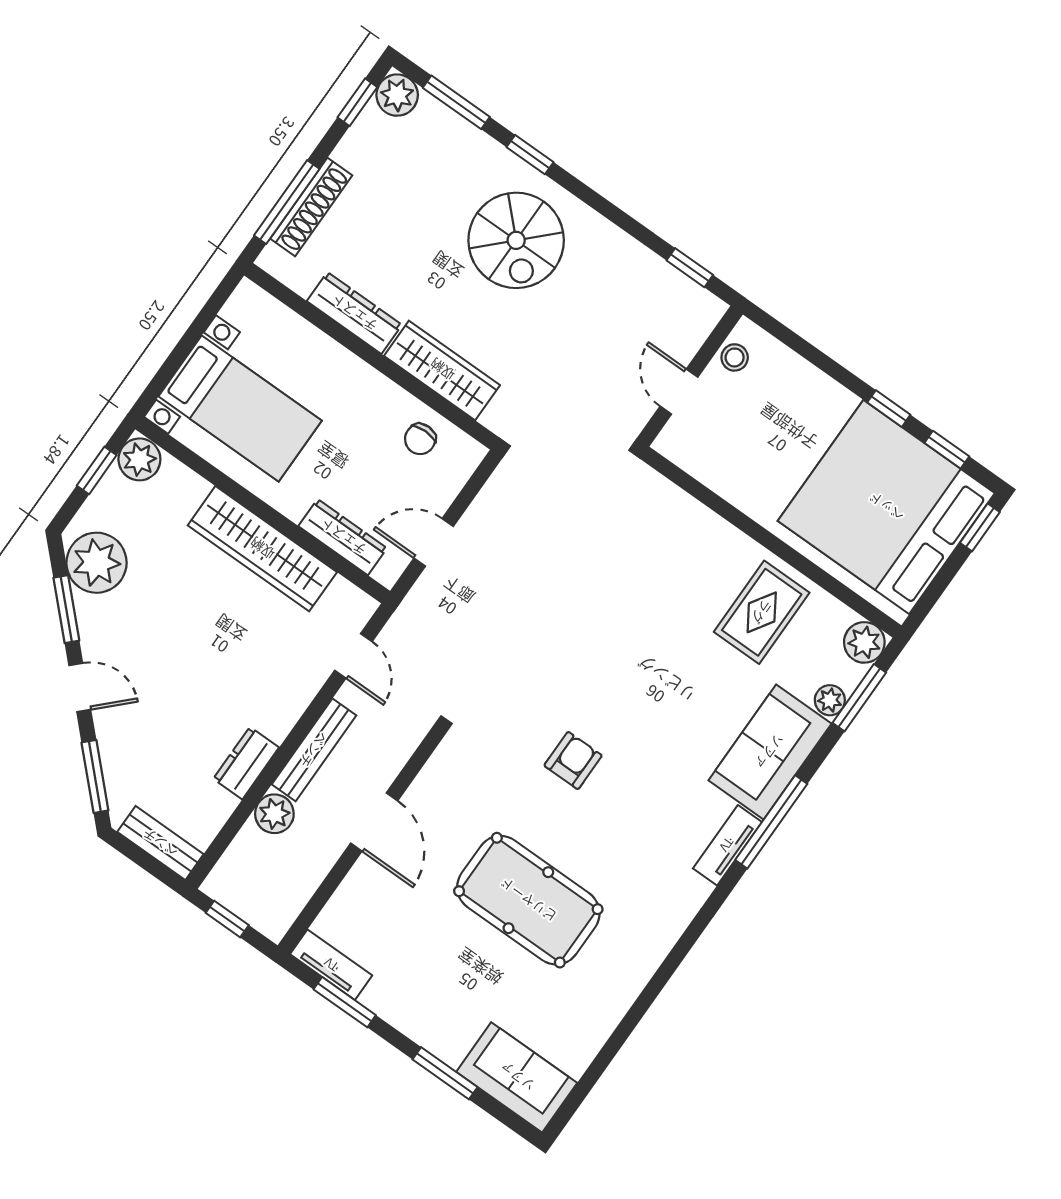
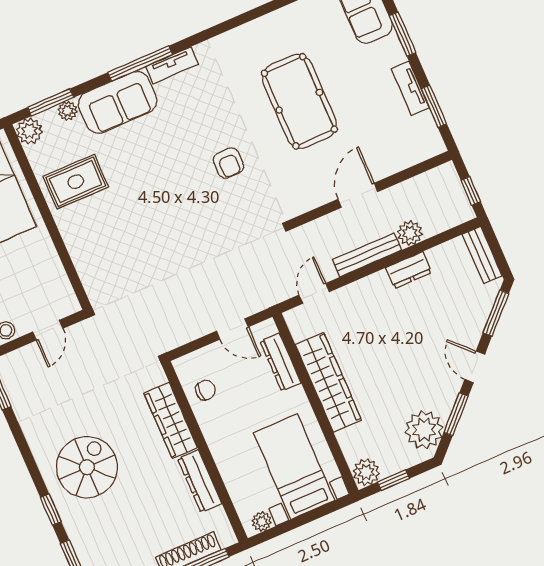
plant: (239, 309) -> (262, 522), added
armchair: (573, 761) -> (228, 163), turned -90
tv unit: (331, 965) -> (410, 88), moved

